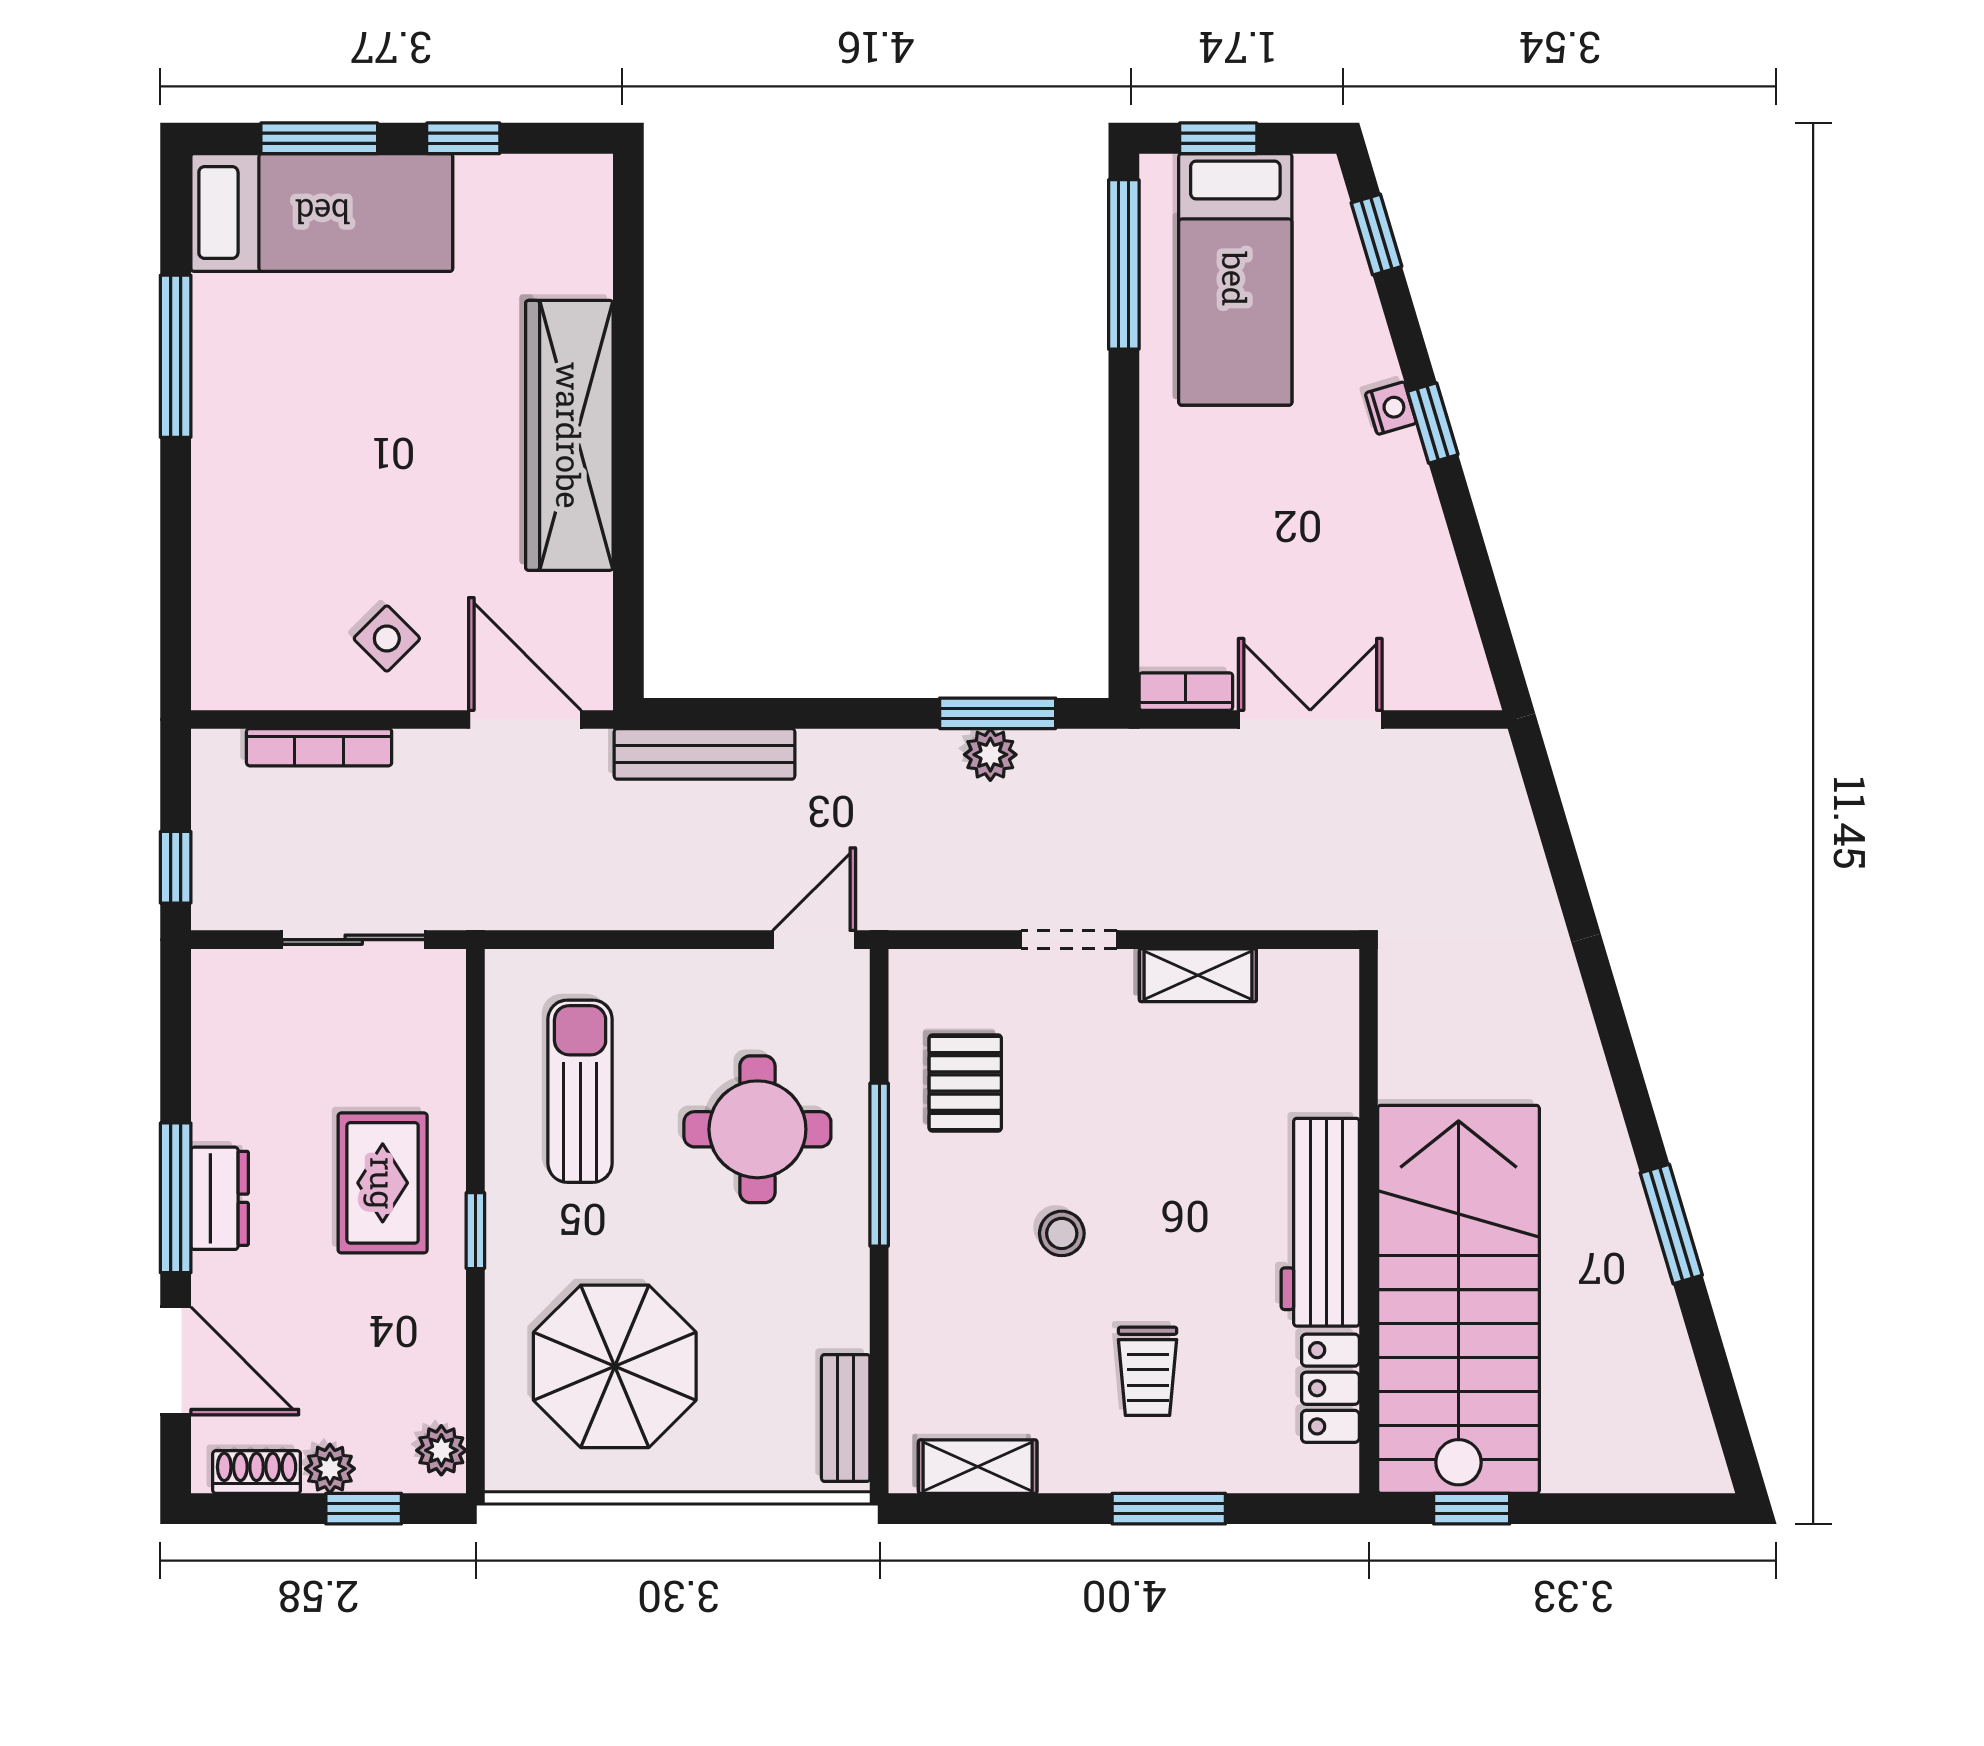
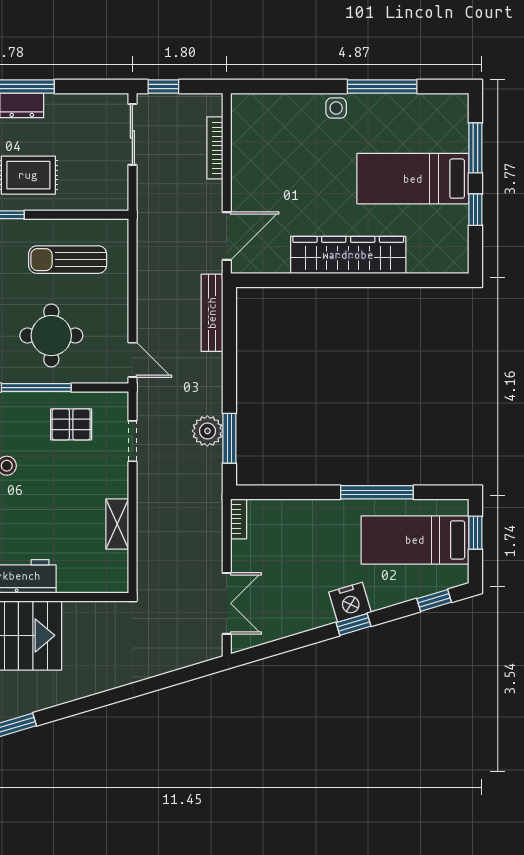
bed: (322, 212) -> (413, 179), moved, turned 90
window: (1124, 264) -> (377, 492), moved
nightstand: (1391, 408) -> (350, 602), width x1.89, depth x1.79
side table: (387, 638) -> (336, 108), moved, turned 45
double door: (1310, 719) -> (227, 603), moved
plant: (990, 755) -> (207, 431), width x1.38, depth x1.38
sliding door: (354, 940) -> (132, 134), moved
doorway: (1069, 940) -> (132, 441), moved
sun lounger: (580, 1091) -> (68, 260), turned 180

